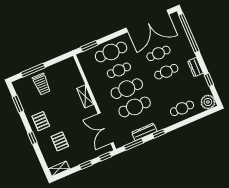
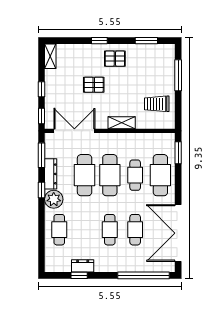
dresser: (195, 67) -> (83, 266), moved
trolley: (42, 84) -> (157, 104), moved
plant: (208, 102) -> (54, 199), moved
pallet: (60, 141) -> (94, 85), moved

